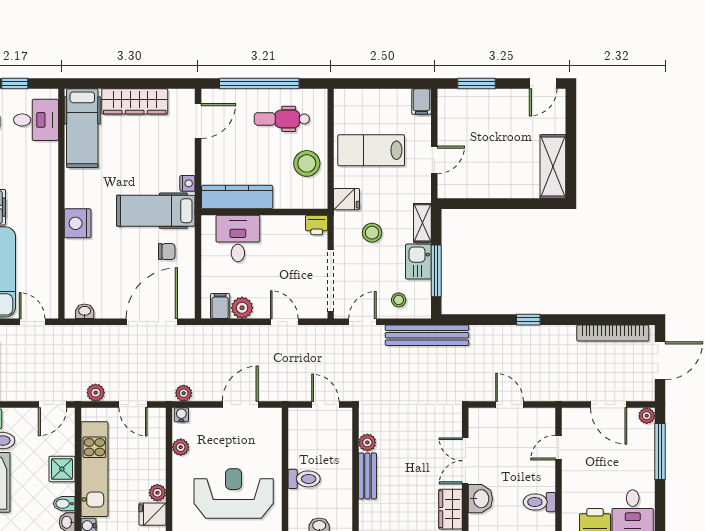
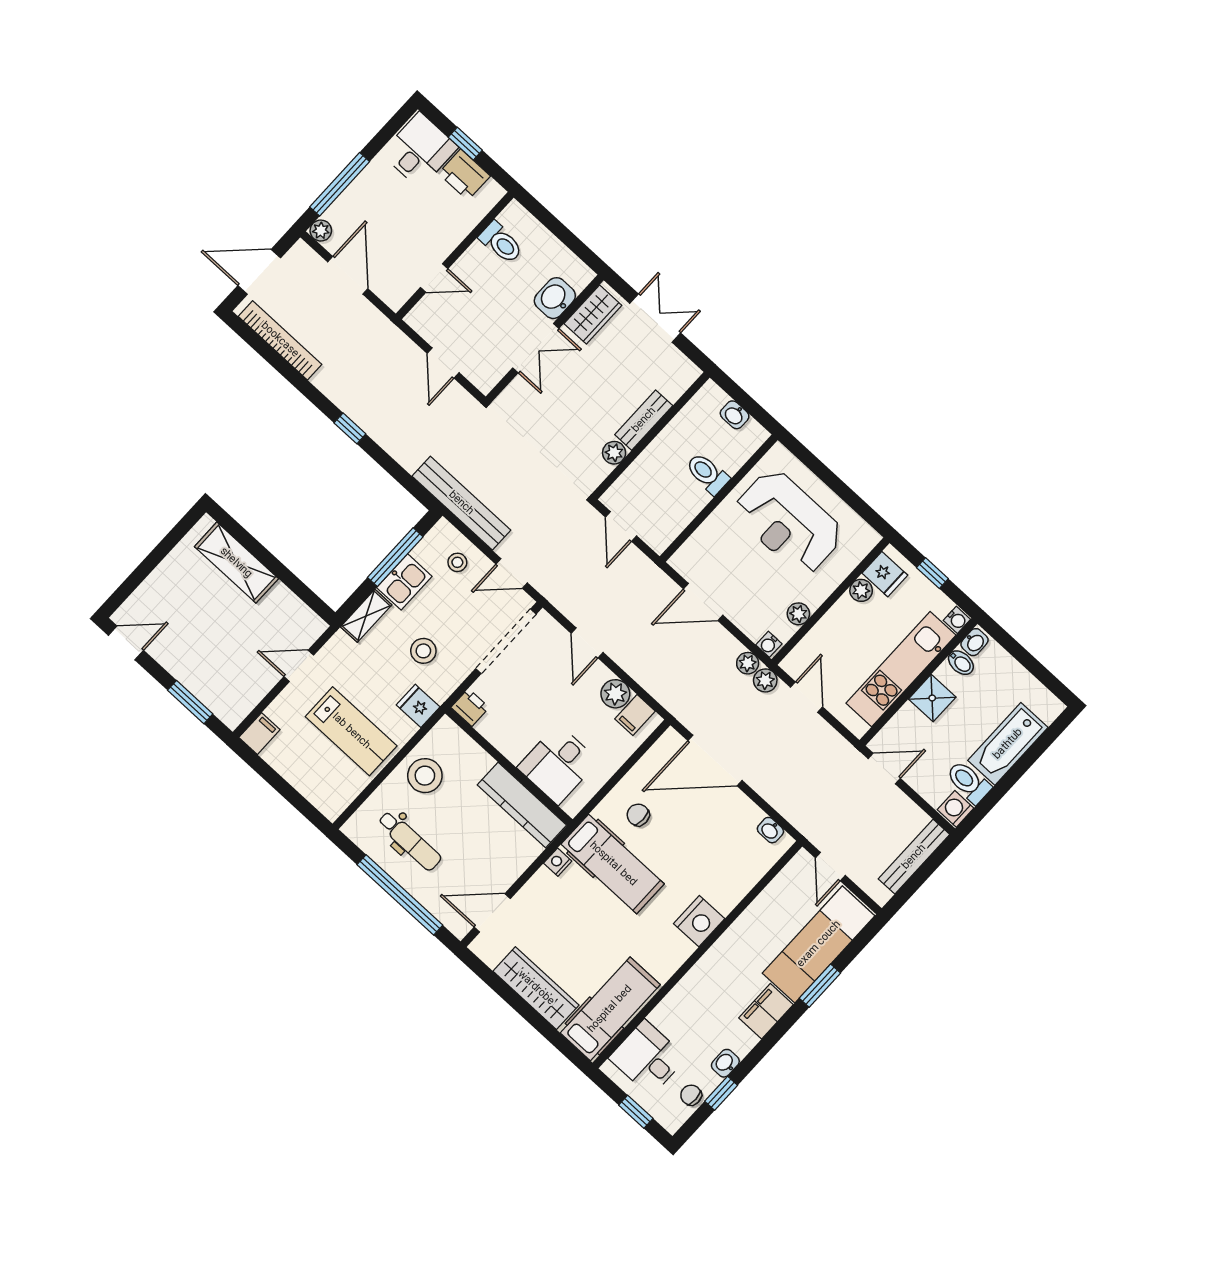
shelving: (553, 167) -> (236, 563), moved, turned 90
plant: (96, 393) -> (765, 680), moved

